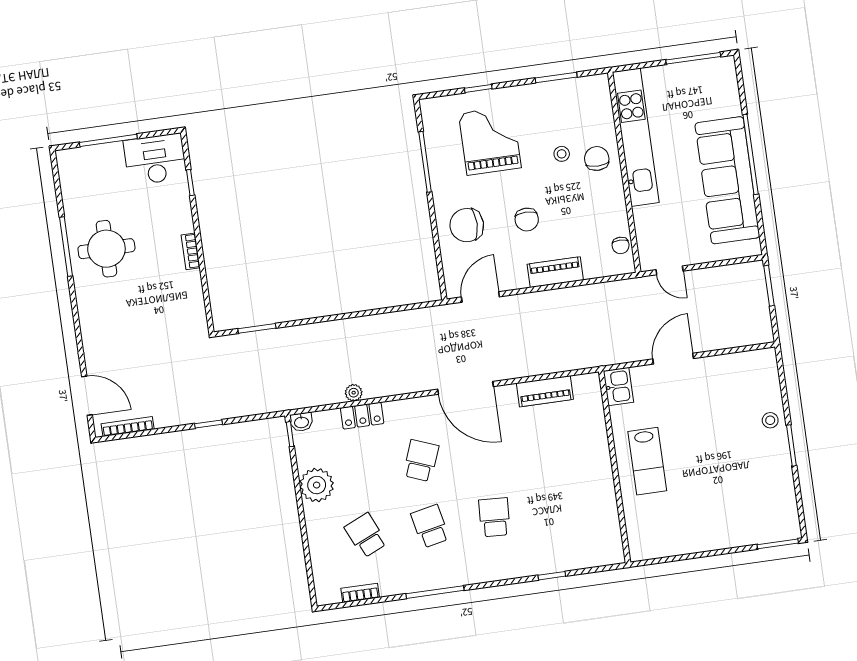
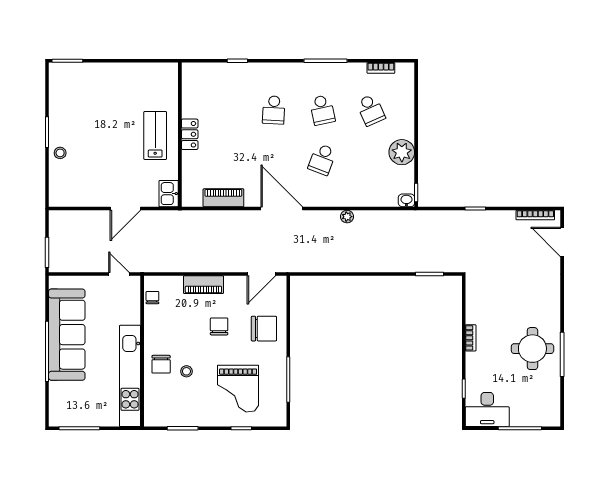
plant: (354, 393) -> (347, 217), moved
locker: (362, 416) -> (190, 134), moved, turned 90

